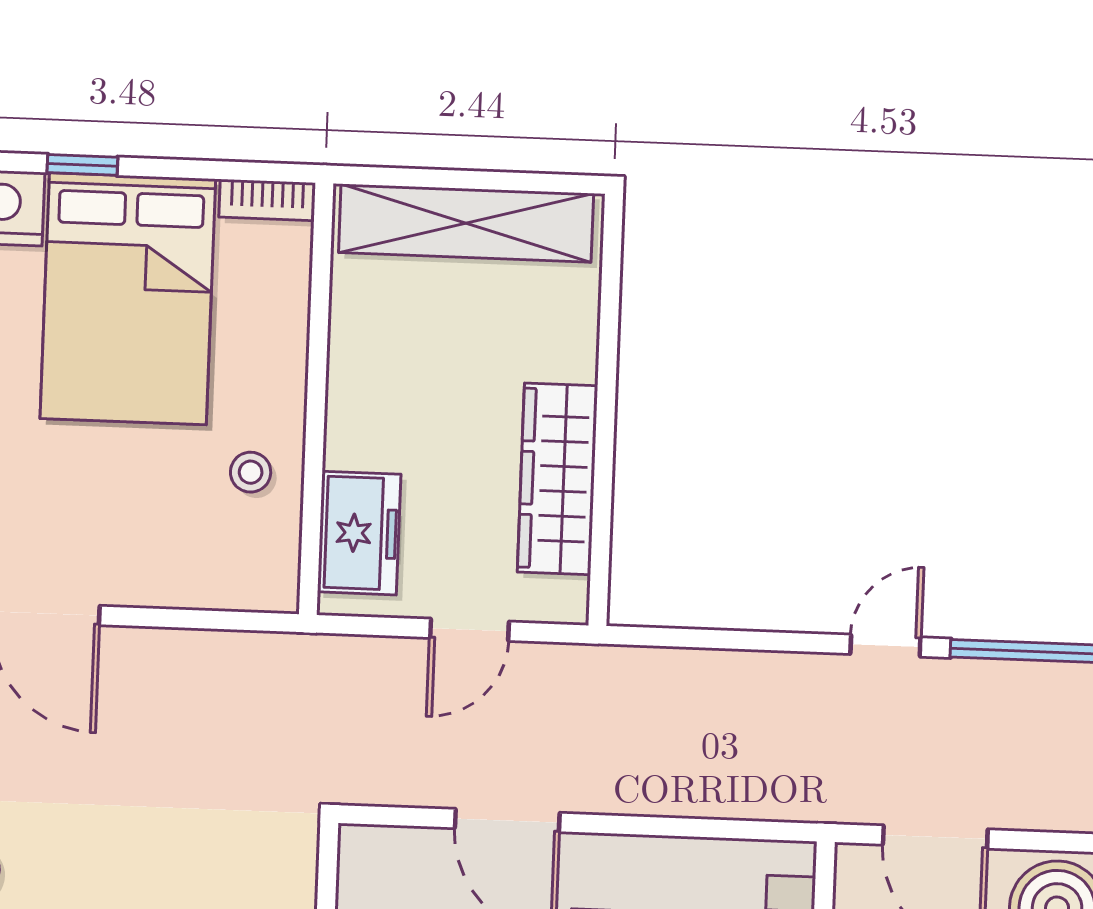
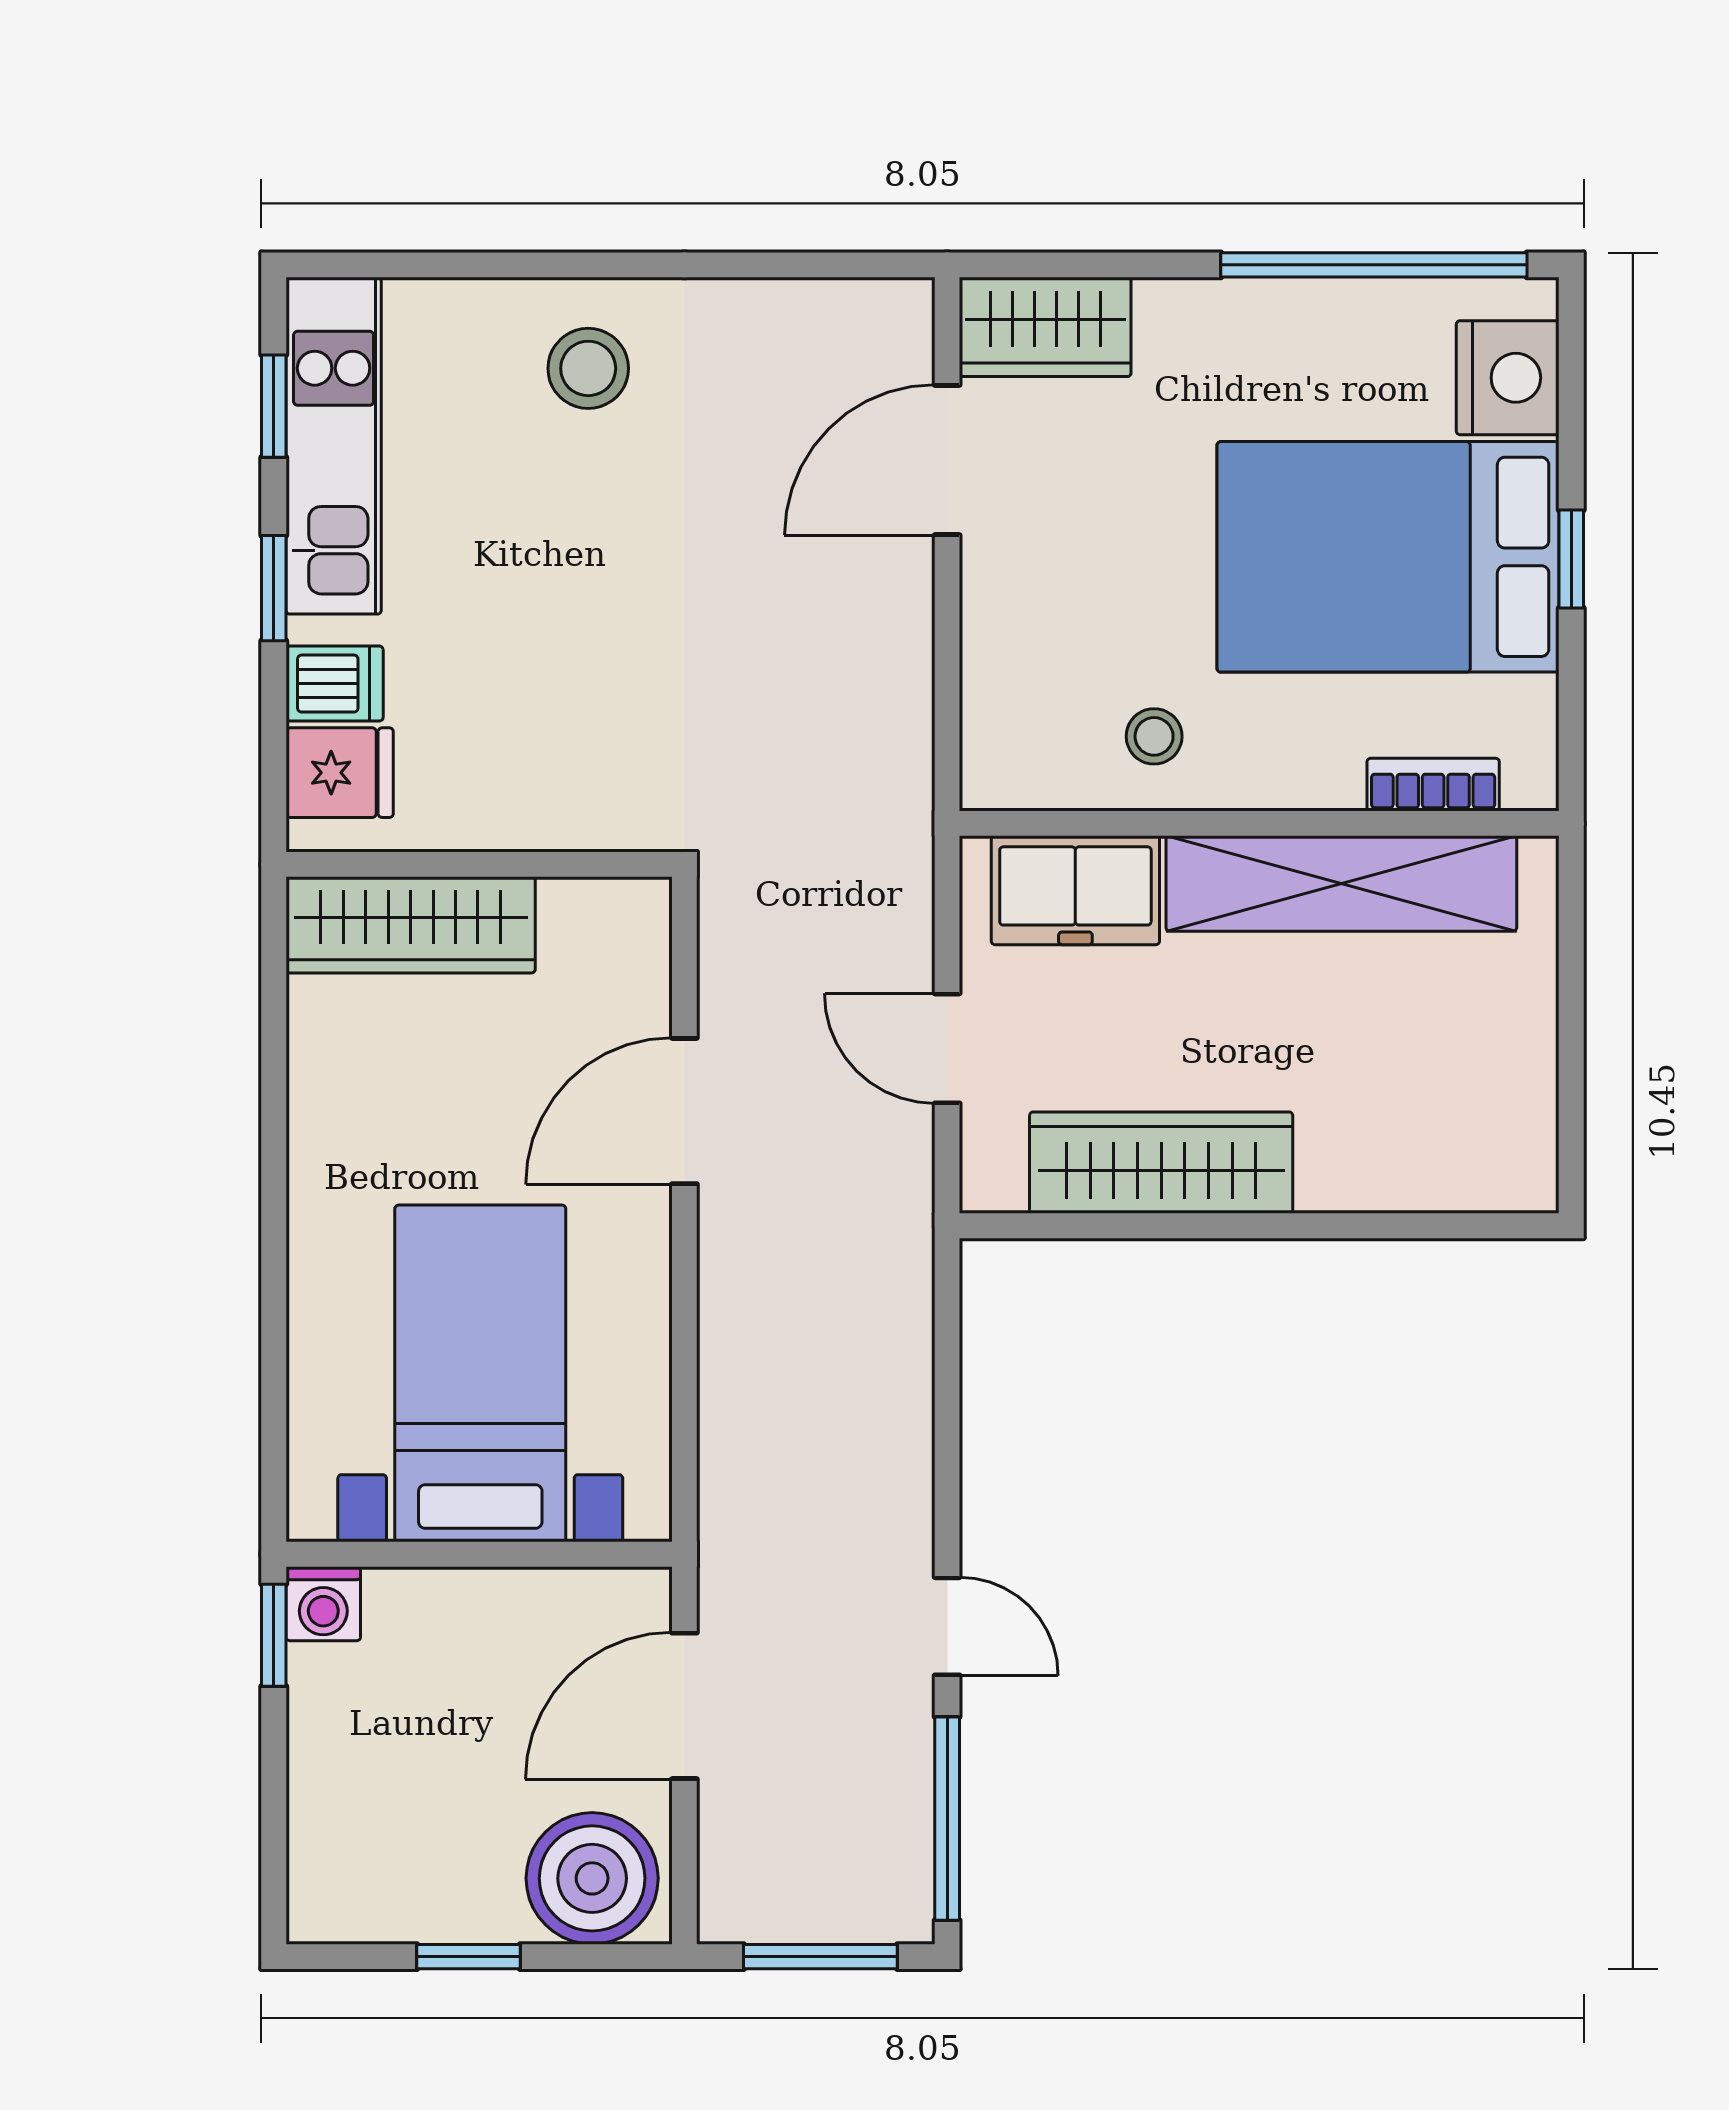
window: (82, 165) -> (1571, 559), moved
bookcase: (267, 200) -> (1433, 785), moved, turned 90
shelving: (466, 223) -> (1341, 883), moved, turned 90

